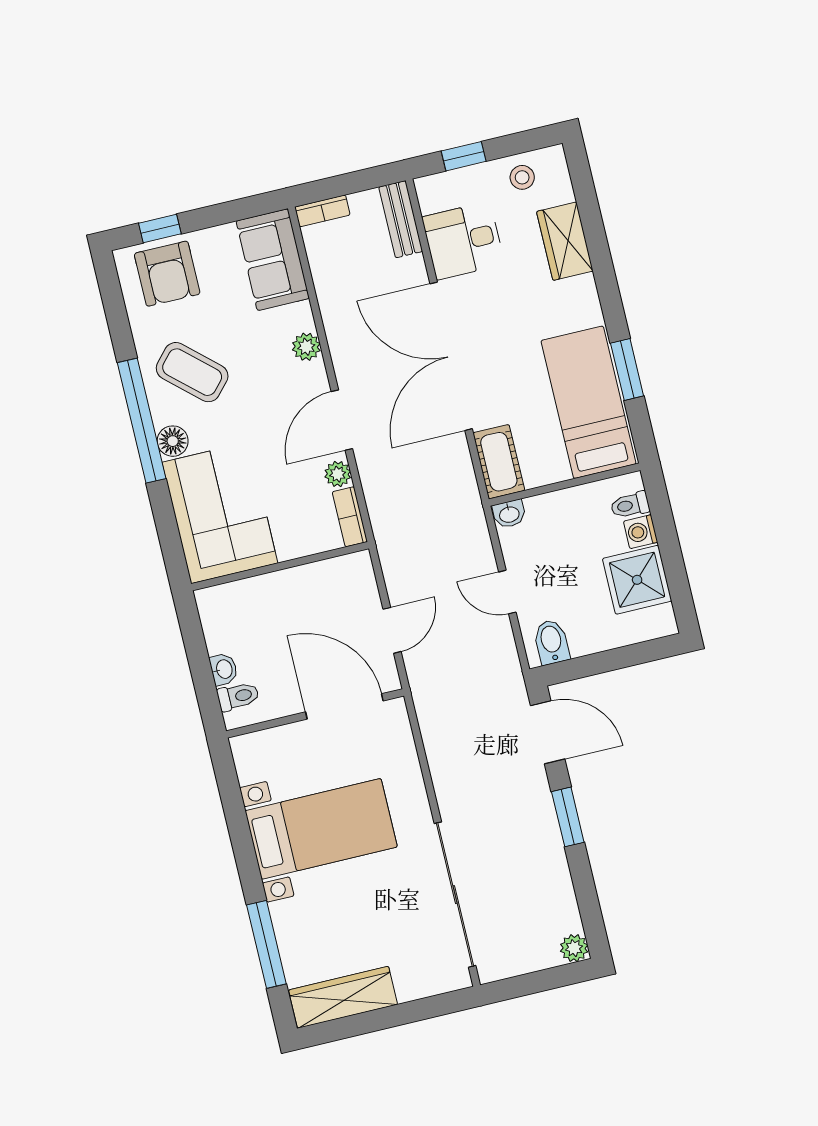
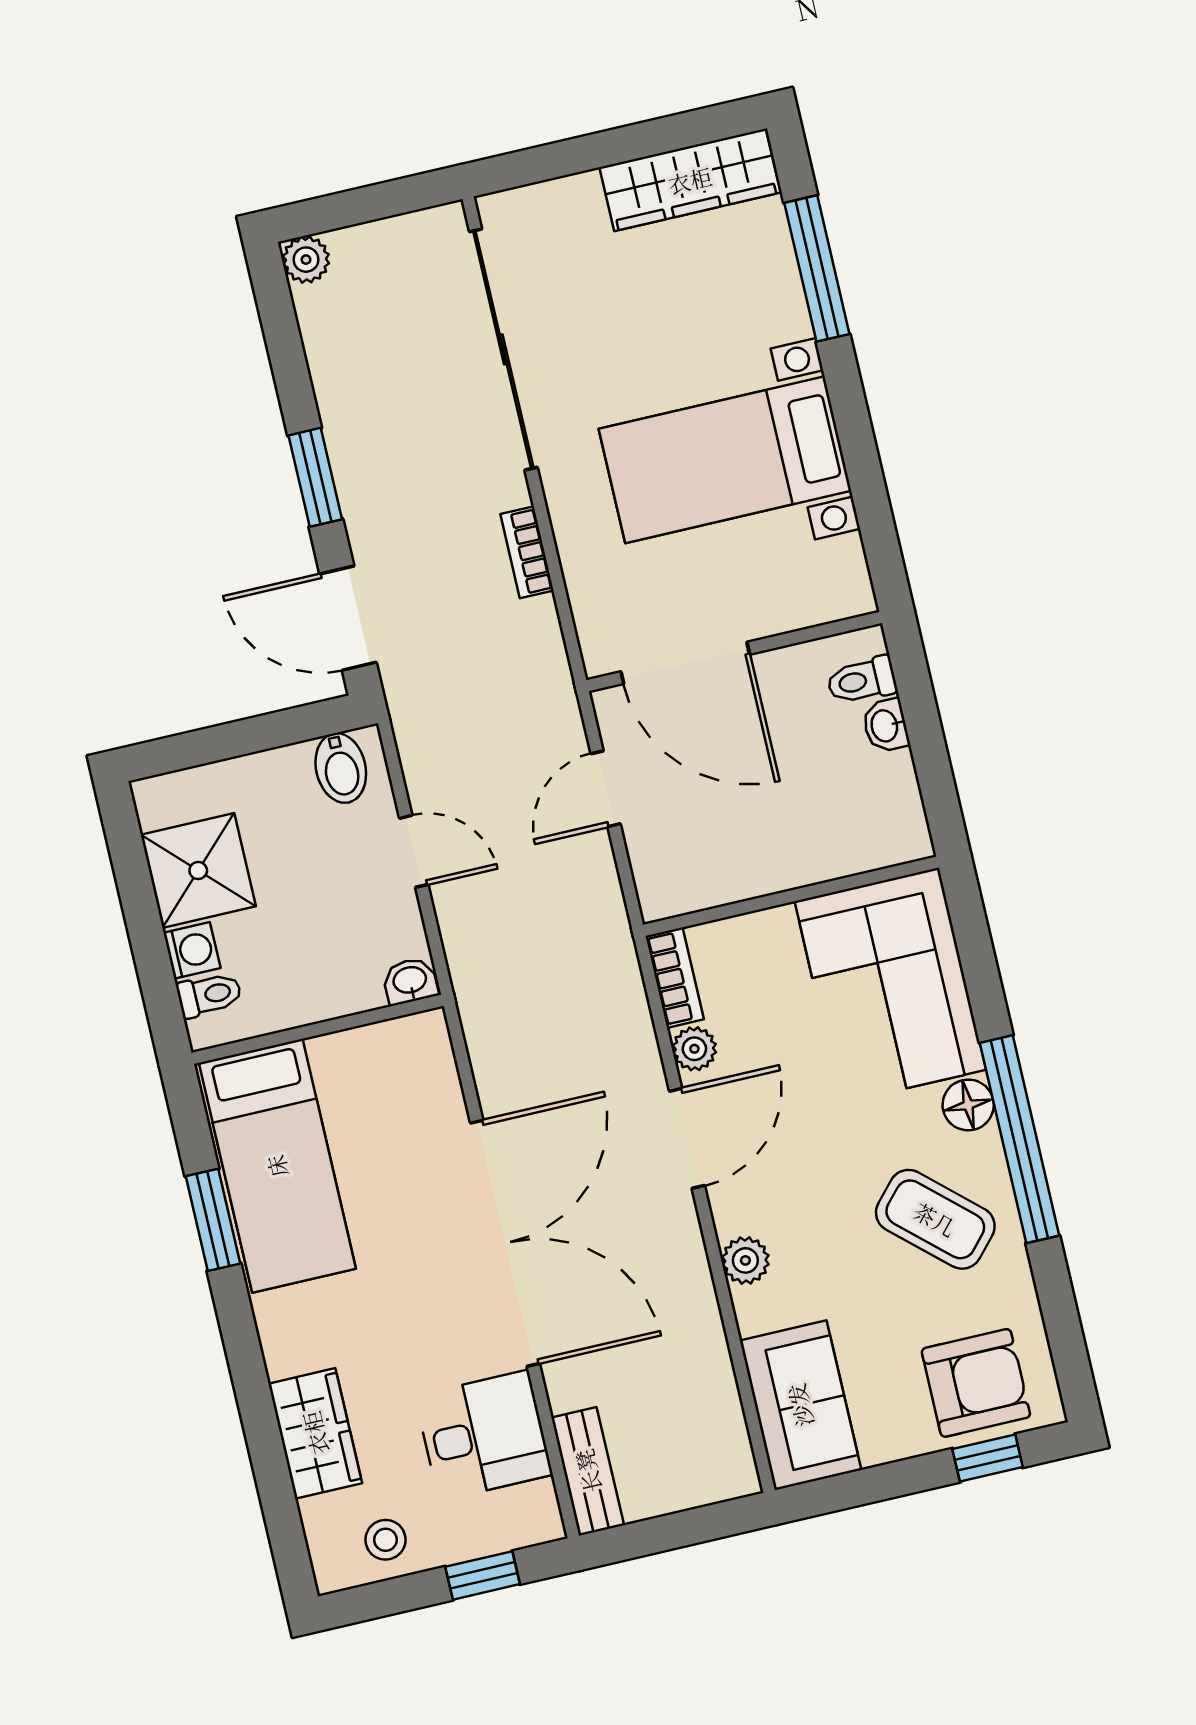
bookcase: (322, 211) -> (527, 552), moved, turned -90
armchair: (167, 274) -> (976, 1383), turned 90
cot: (499, 462) -> (427, 1068), removed

